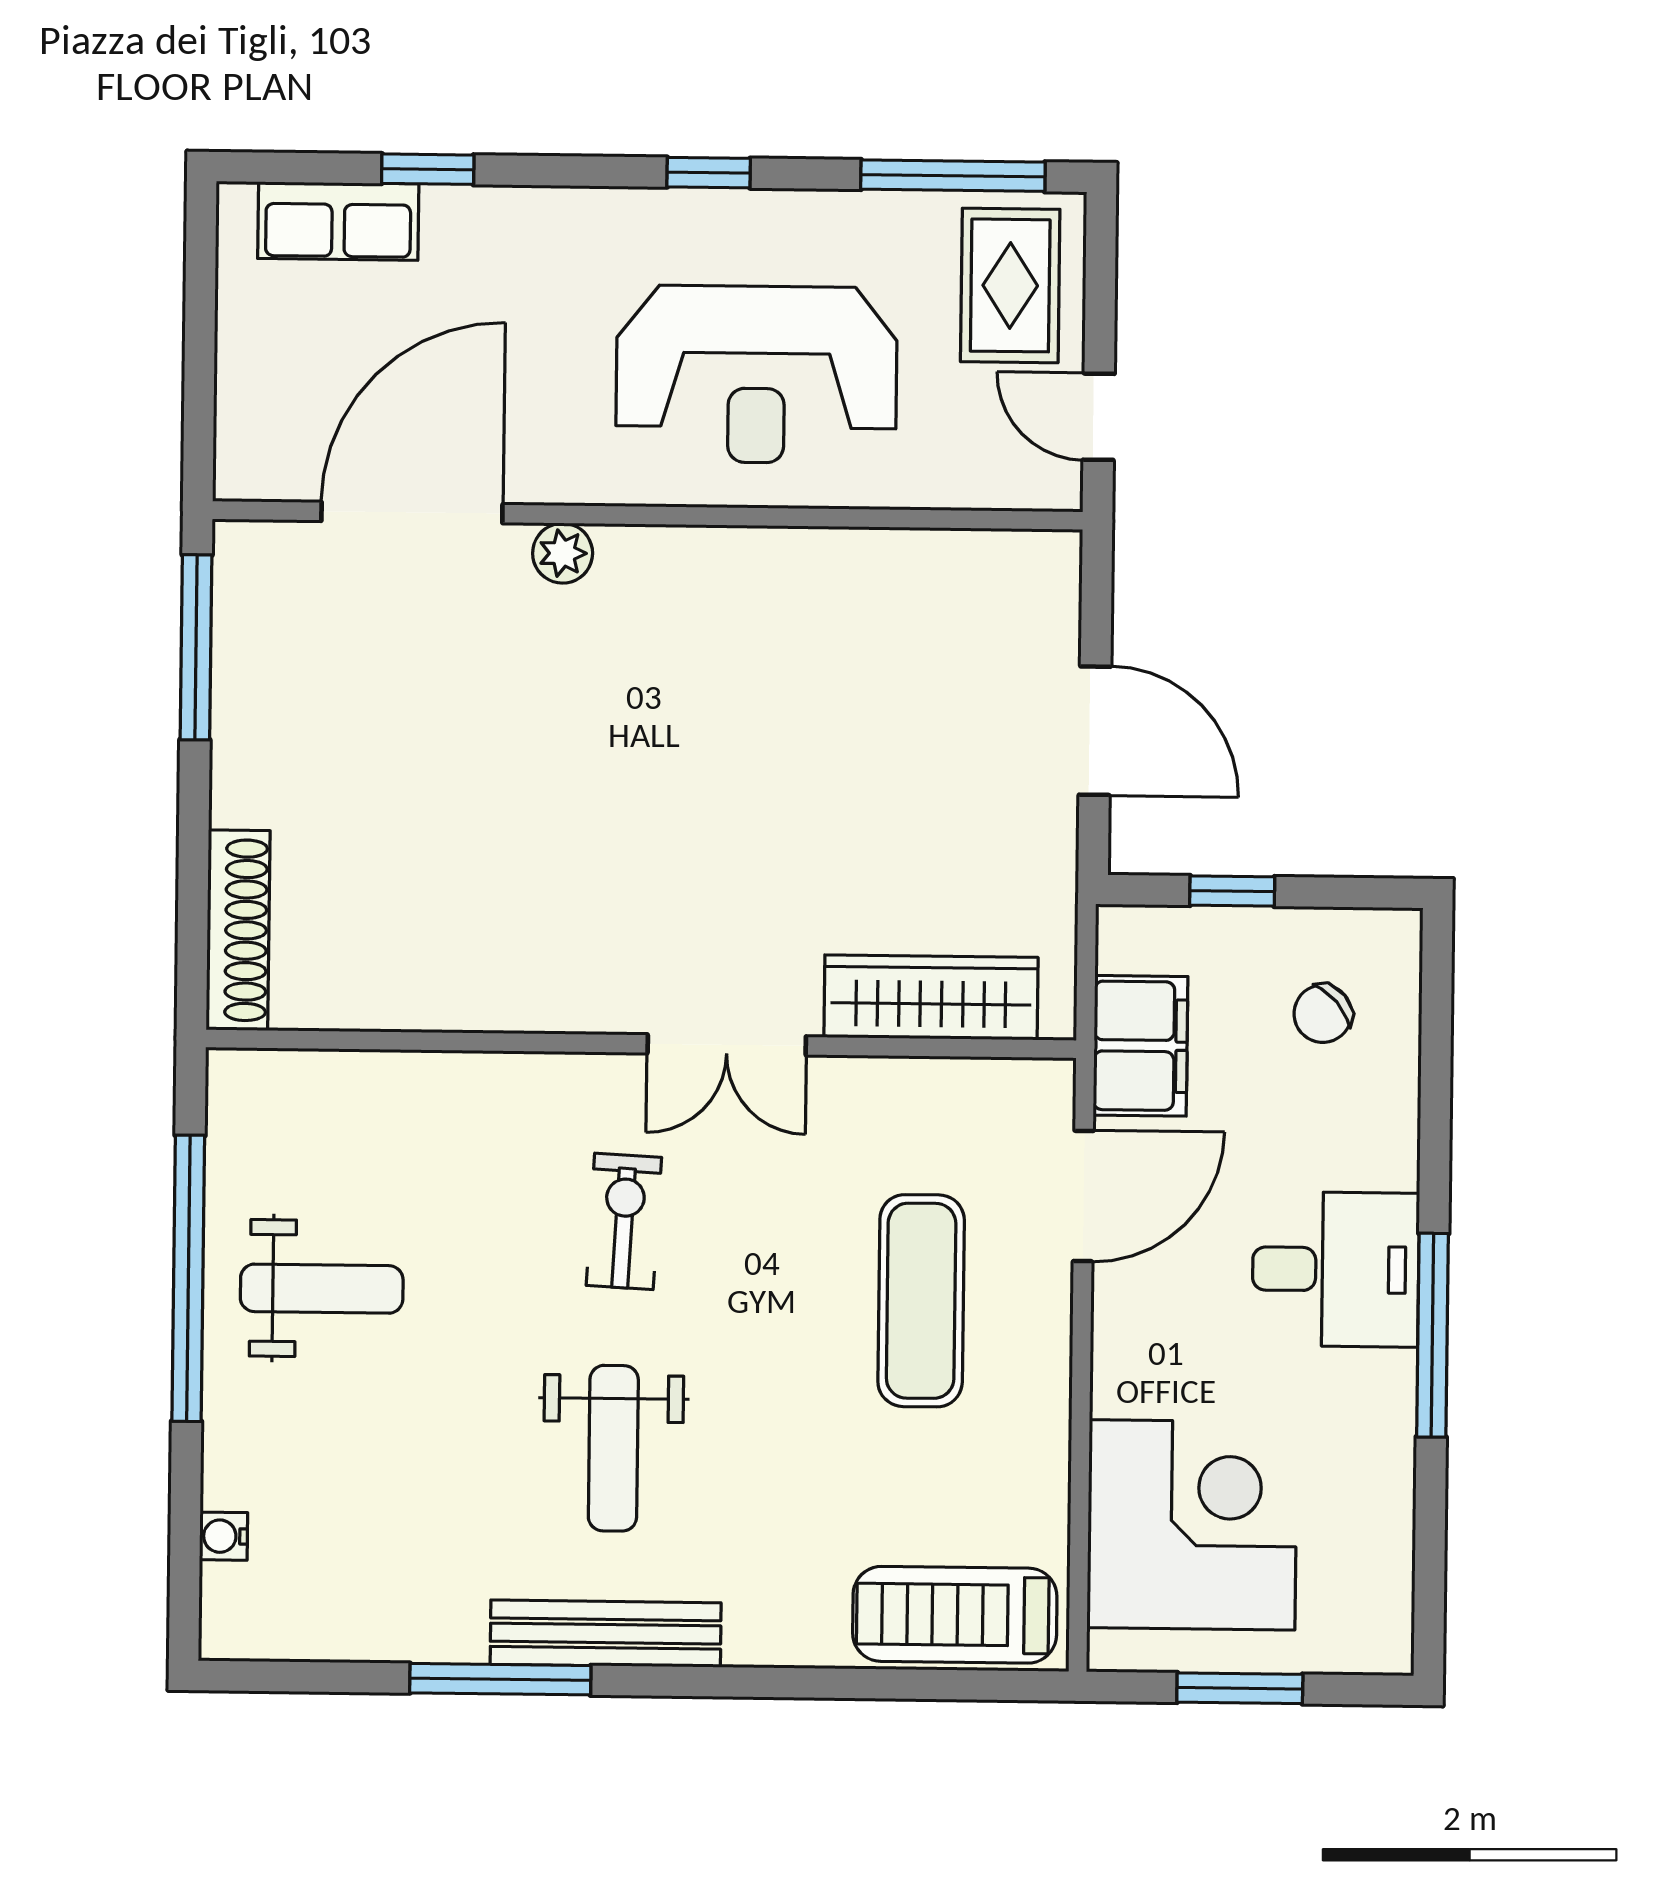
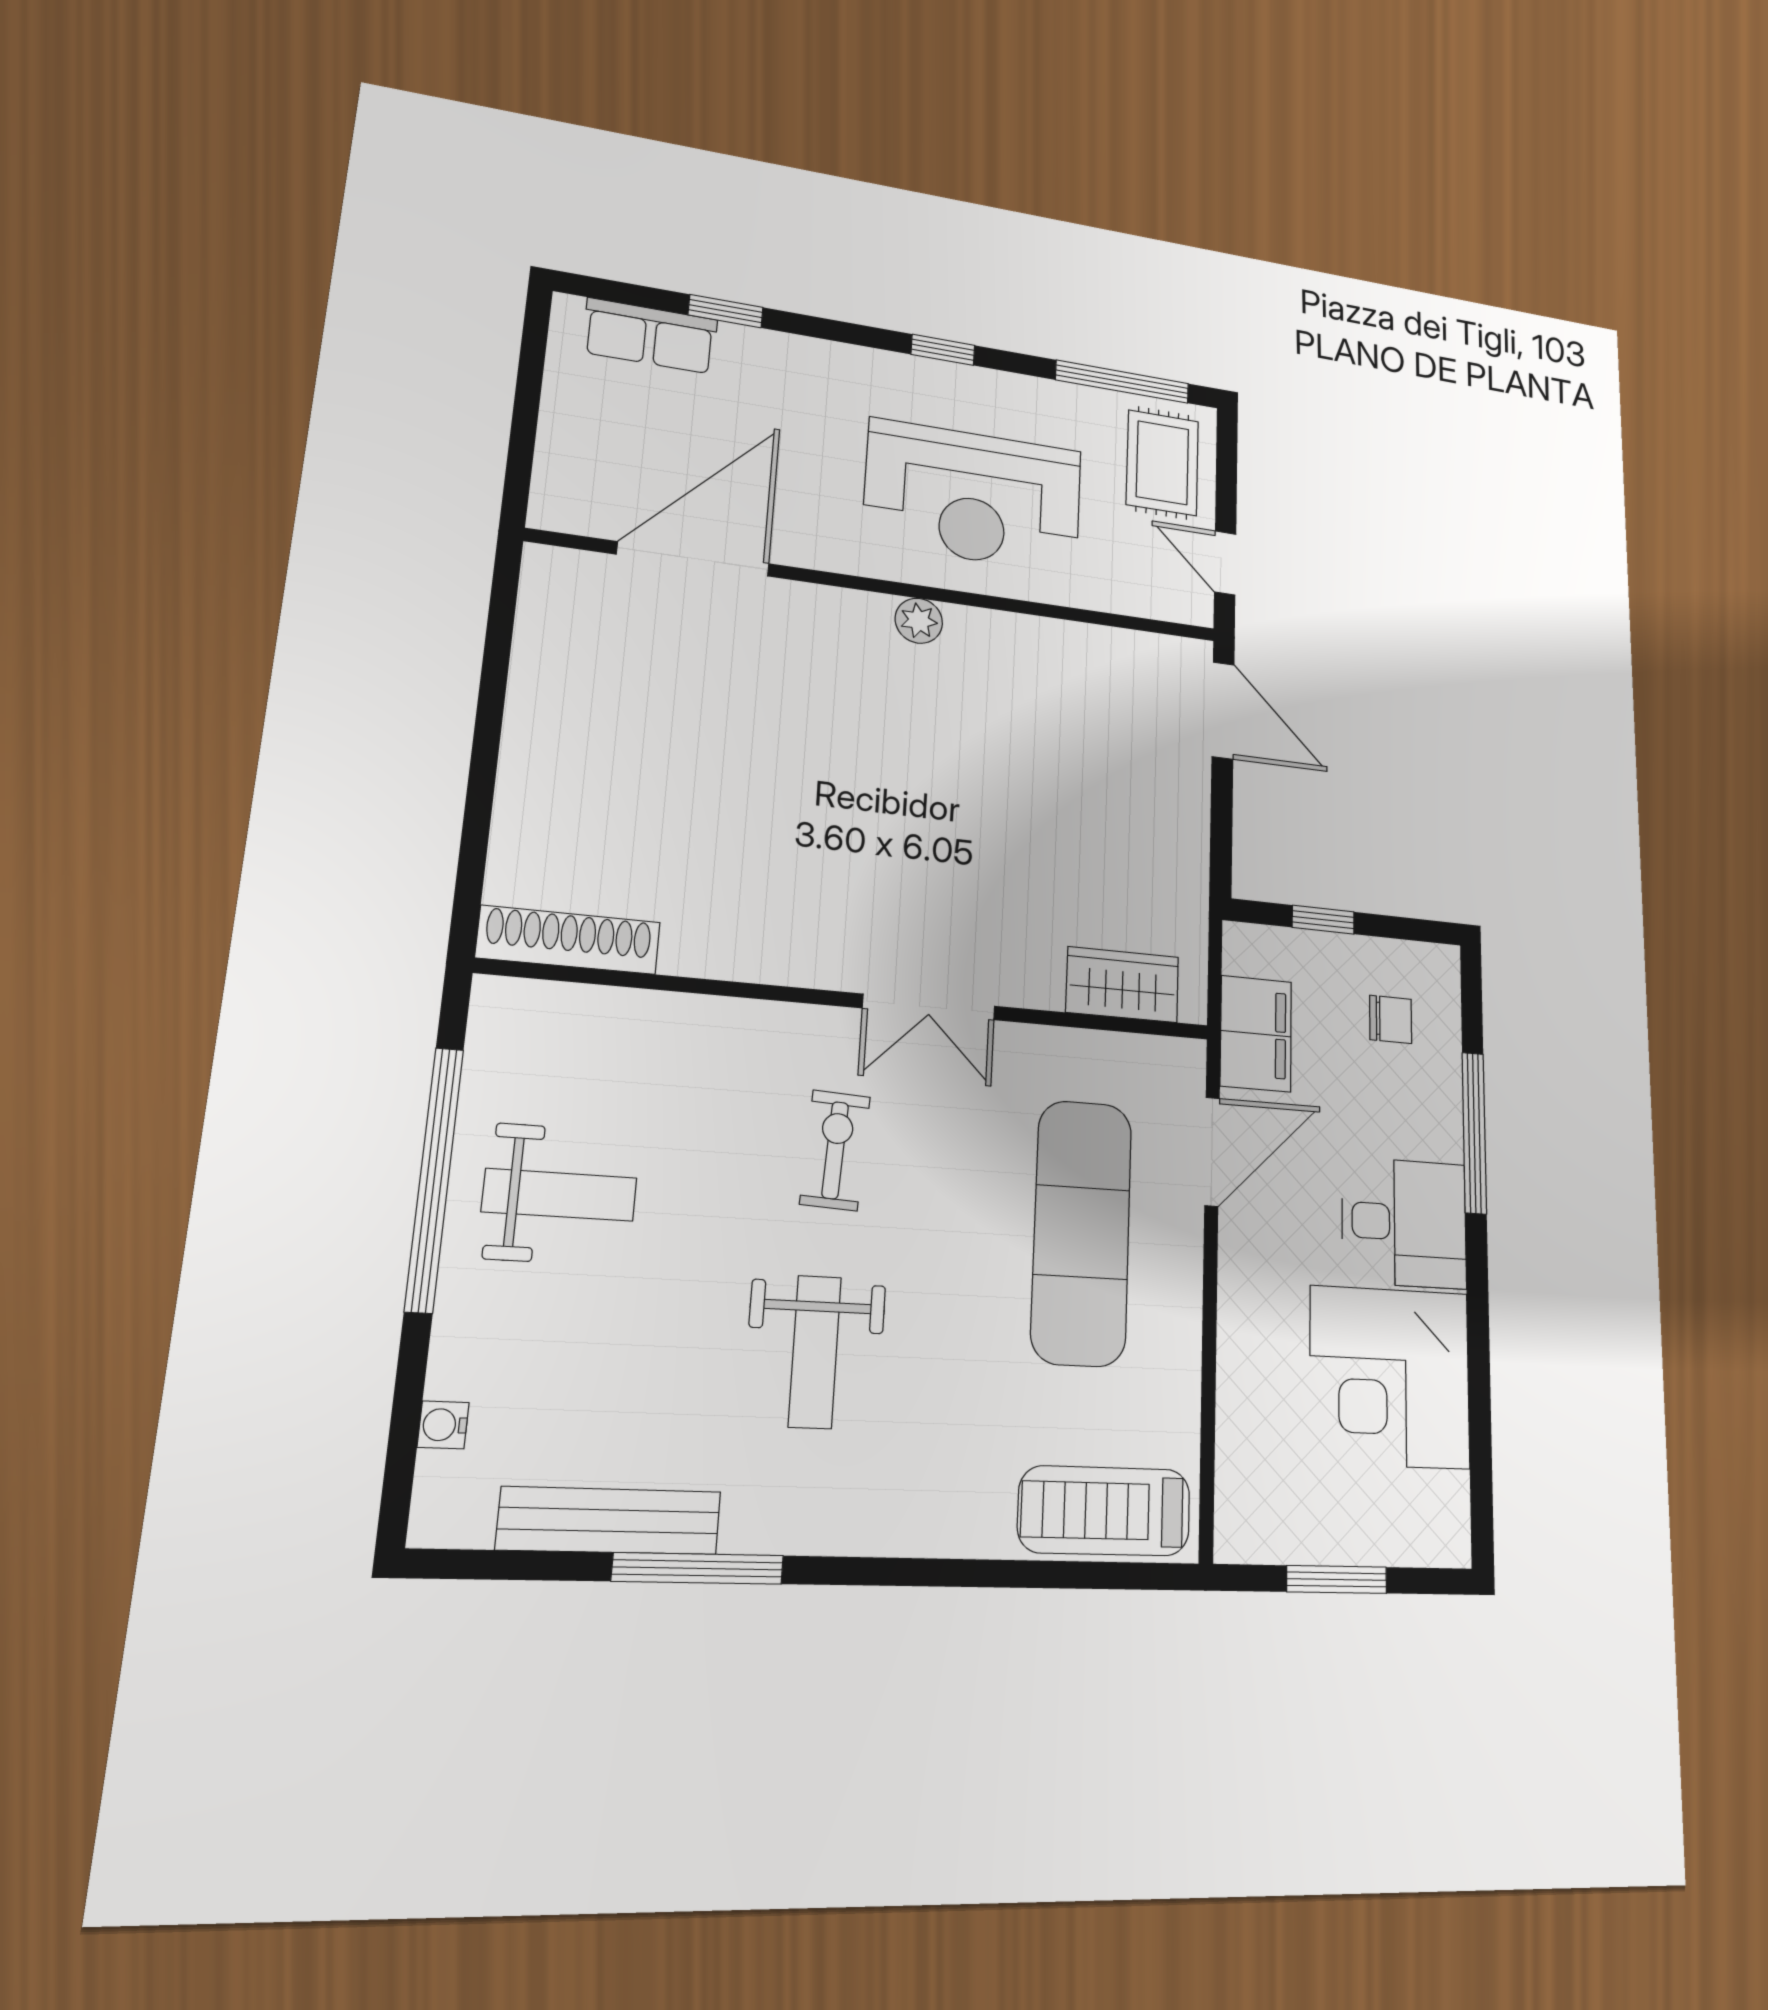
plant: (563, 553) -> (919, 621), moved
window: (196, 647) -> (498, 640), removed
door: (1095, 731) -> (1223, 710), moved
shoe rack: (238, 930) -> (568, 940), moved, turned -90
wardrobe: (931, 997) -> (1123, 985), width x0.67
chair: (1323, 1014) -> (1391, 1019), turned -139
exercise mat: (921, 1301) -> (1082, 1232), width x1.36, depth x1.45
window: (1432, 1335) -> (1474, 1133), moved
corner desk: (1192, 1525) -> (1390, 1377), moved, turned 180
bench: (606, 1634) -> (609, 1521), moved

